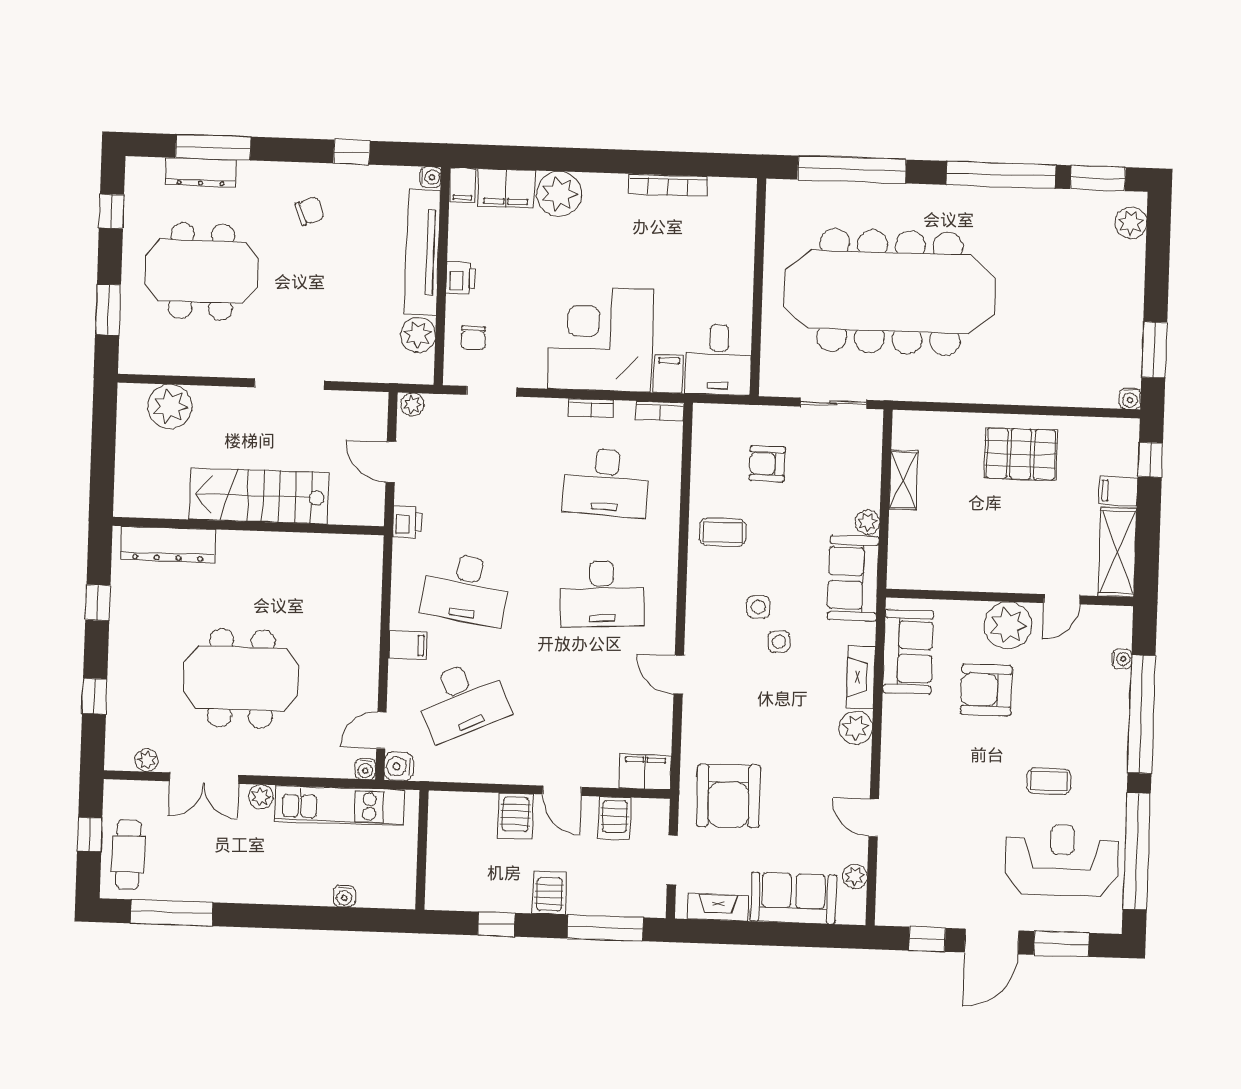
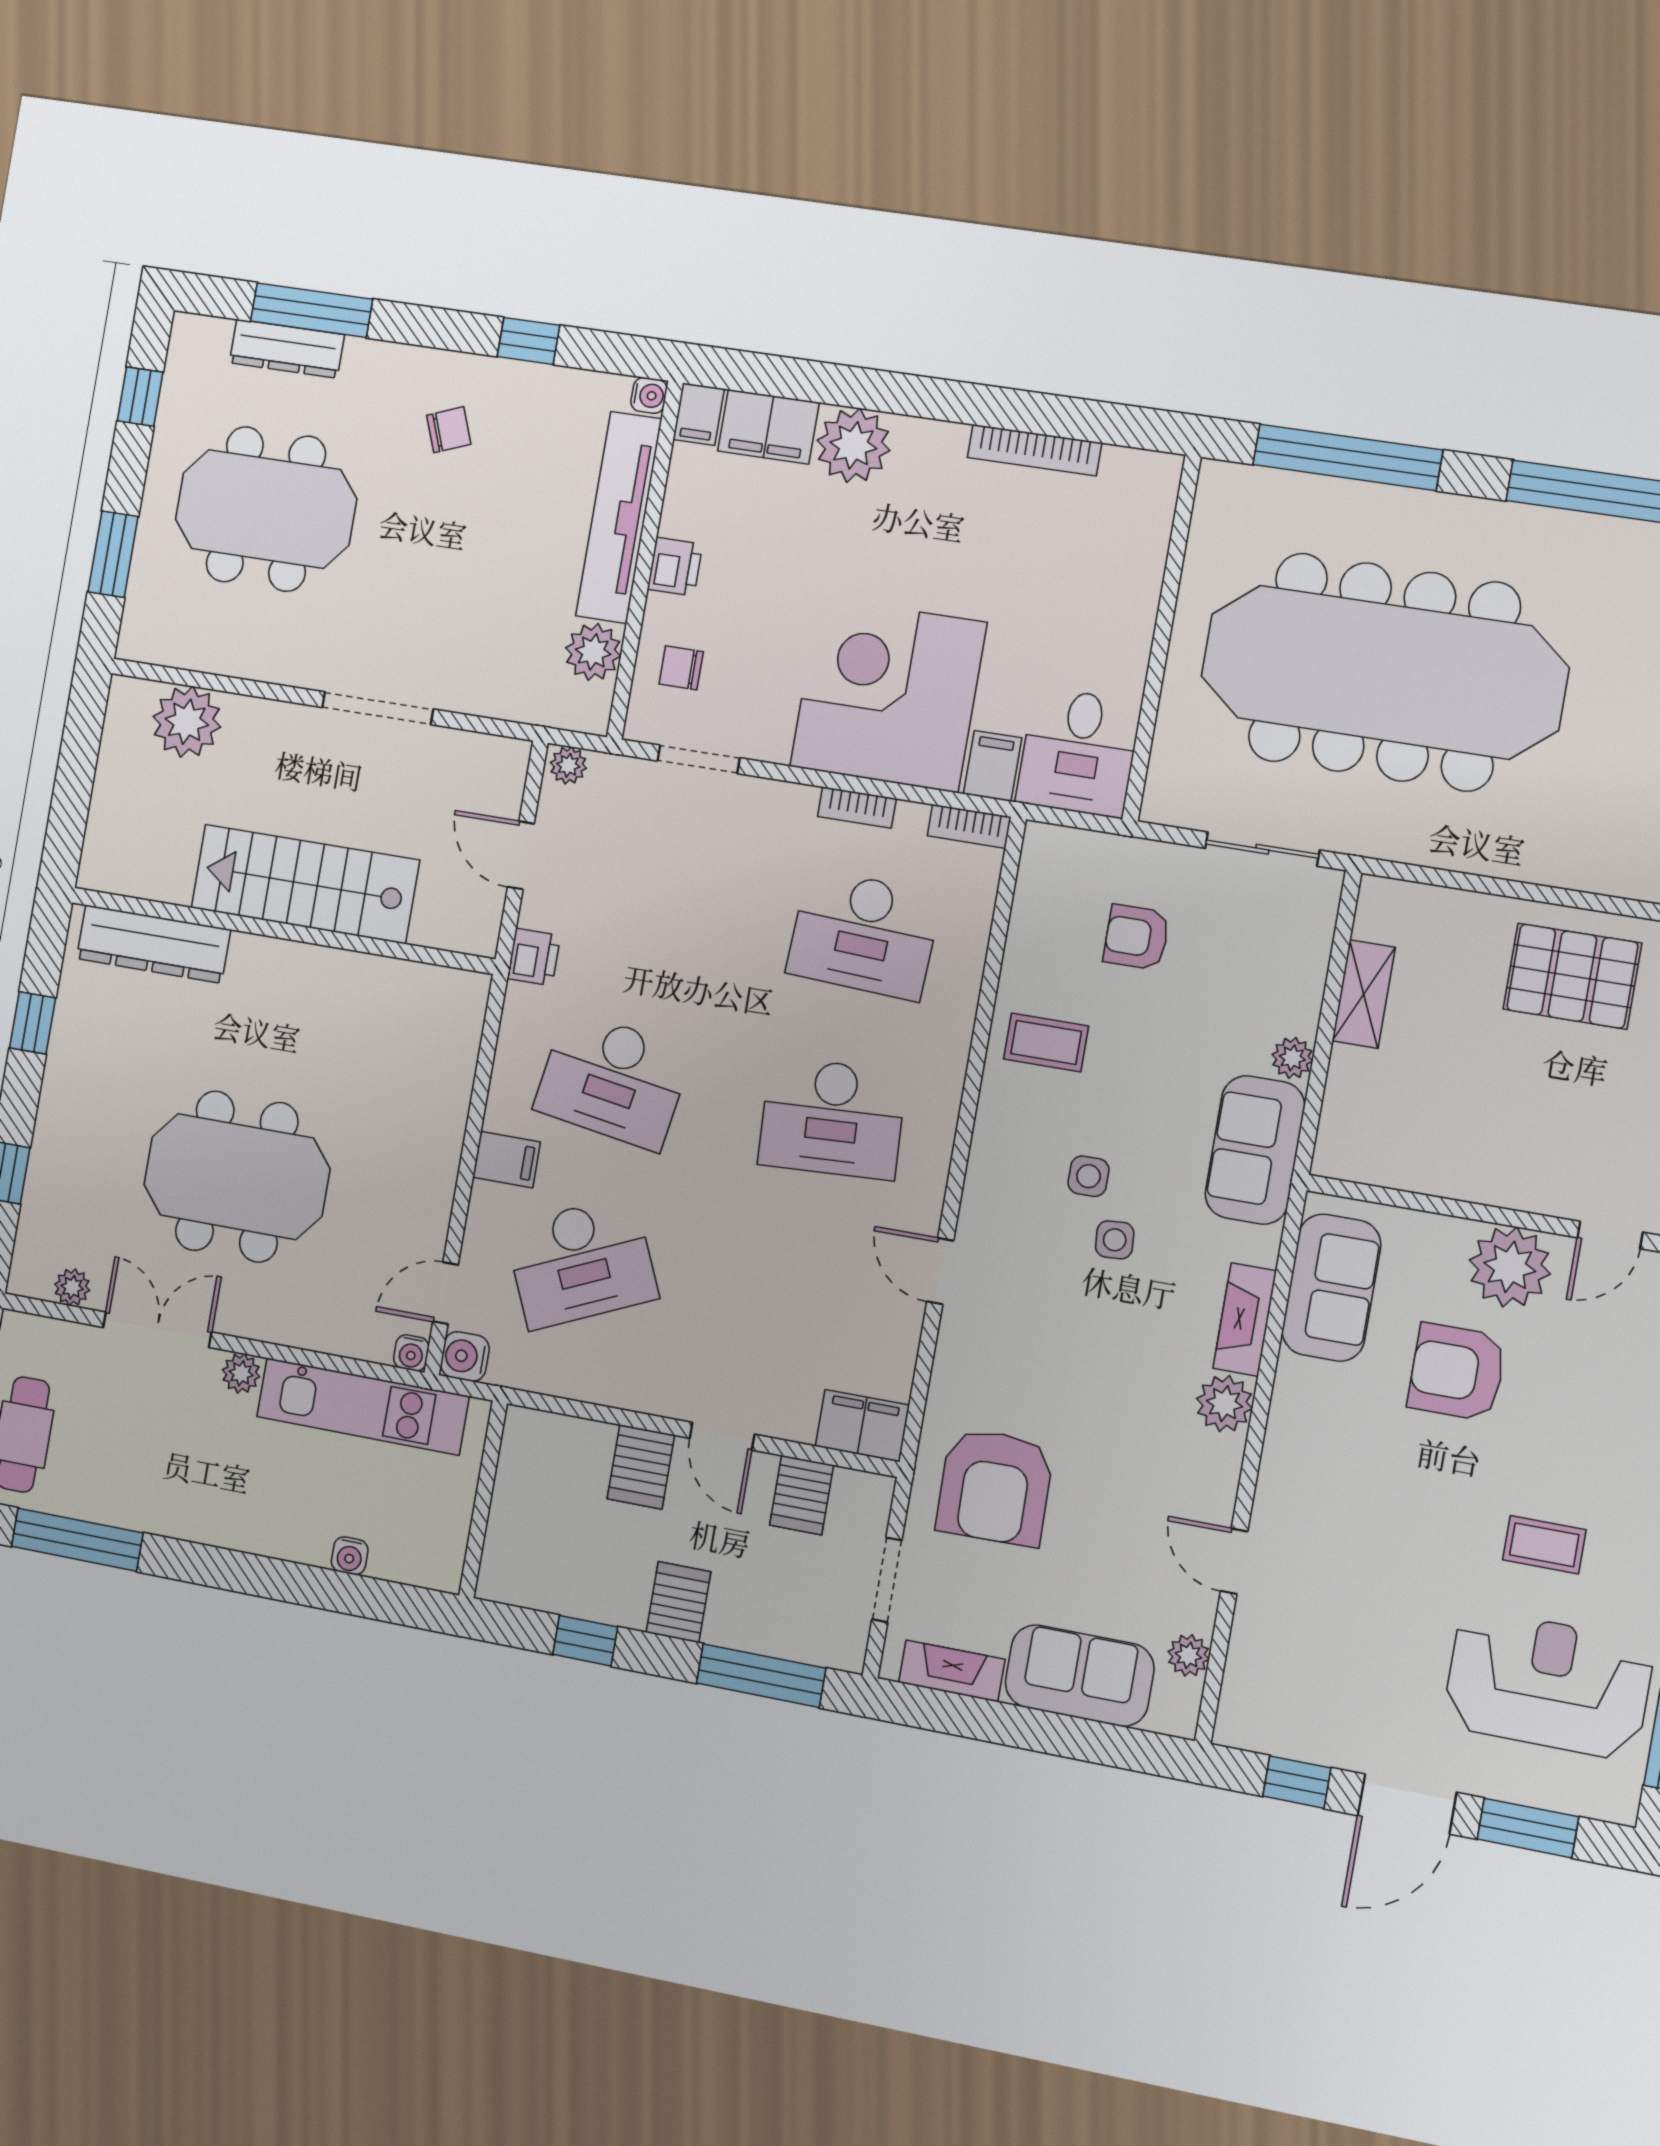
chair: (473, 338) -> (681, 668), turned 90
double door: (204, 778) -> (157, 1330), swing flipped

